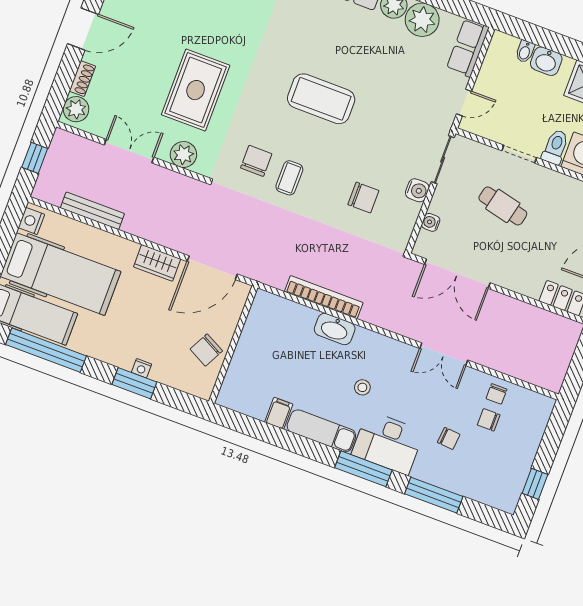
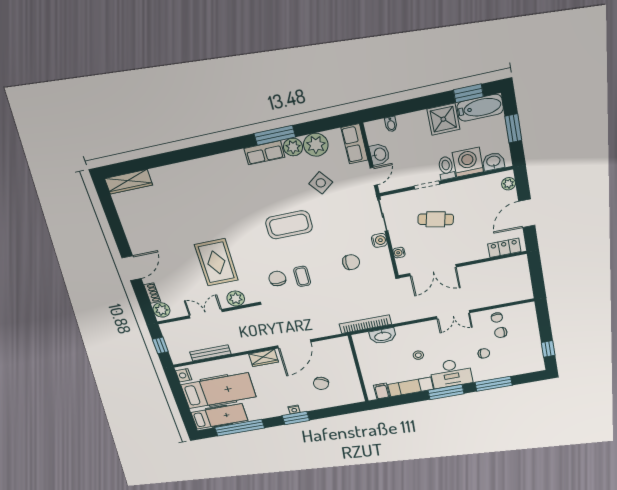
washbasin: (546, 61) -> (380, 154), moved, turned -90
side table: (396, 70) -> (321, 183), added
wall: (233, 345) -> (358, 369), moved

